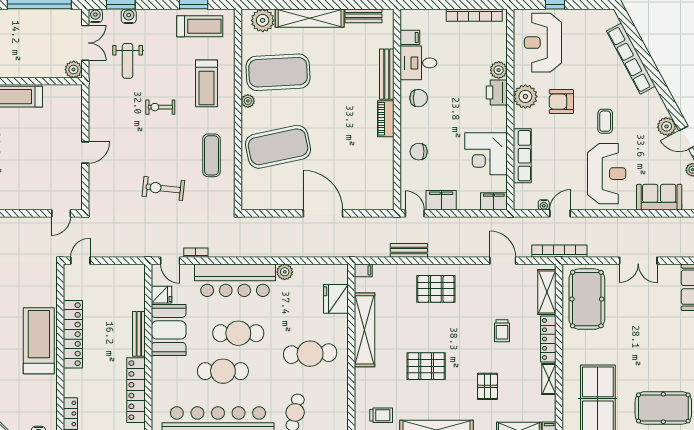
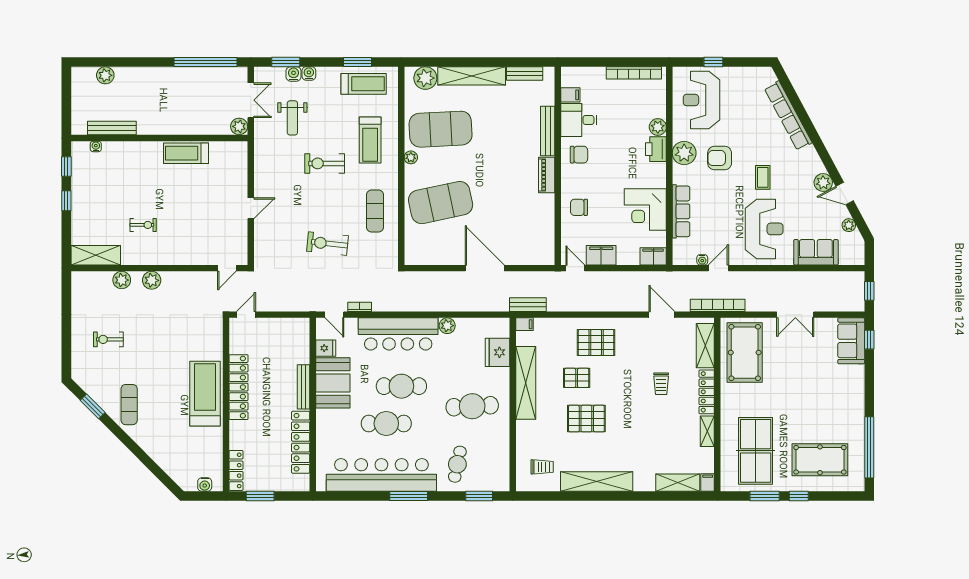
water cooler: (95, 16) -> (309, 73), moved
exercise bike: (160, 107) -> (325, 163), width x1.38, depth x1.39
bench: (409, 250) -> (528, 305), moved
pallet: (487, 386) -> (577, 378), moved, turned 90

